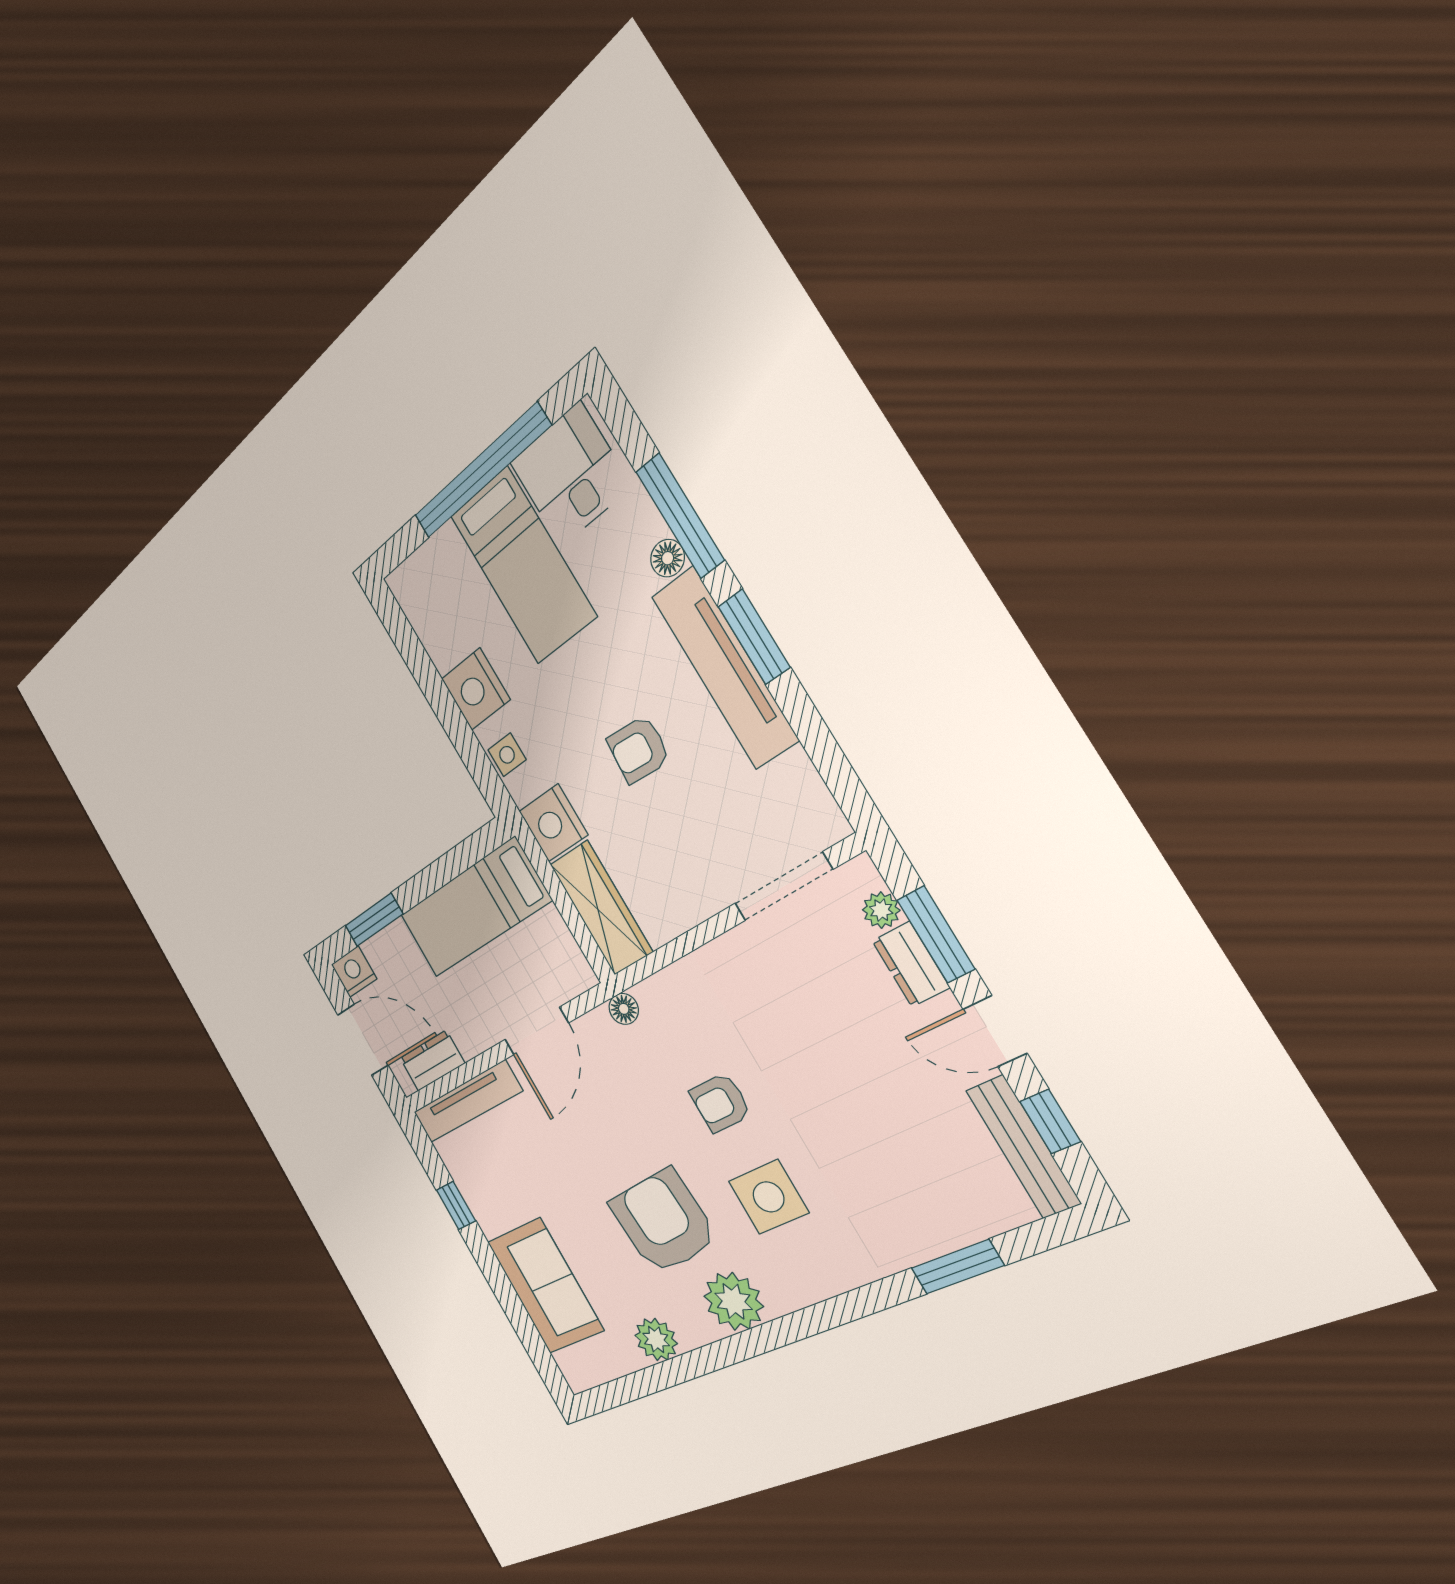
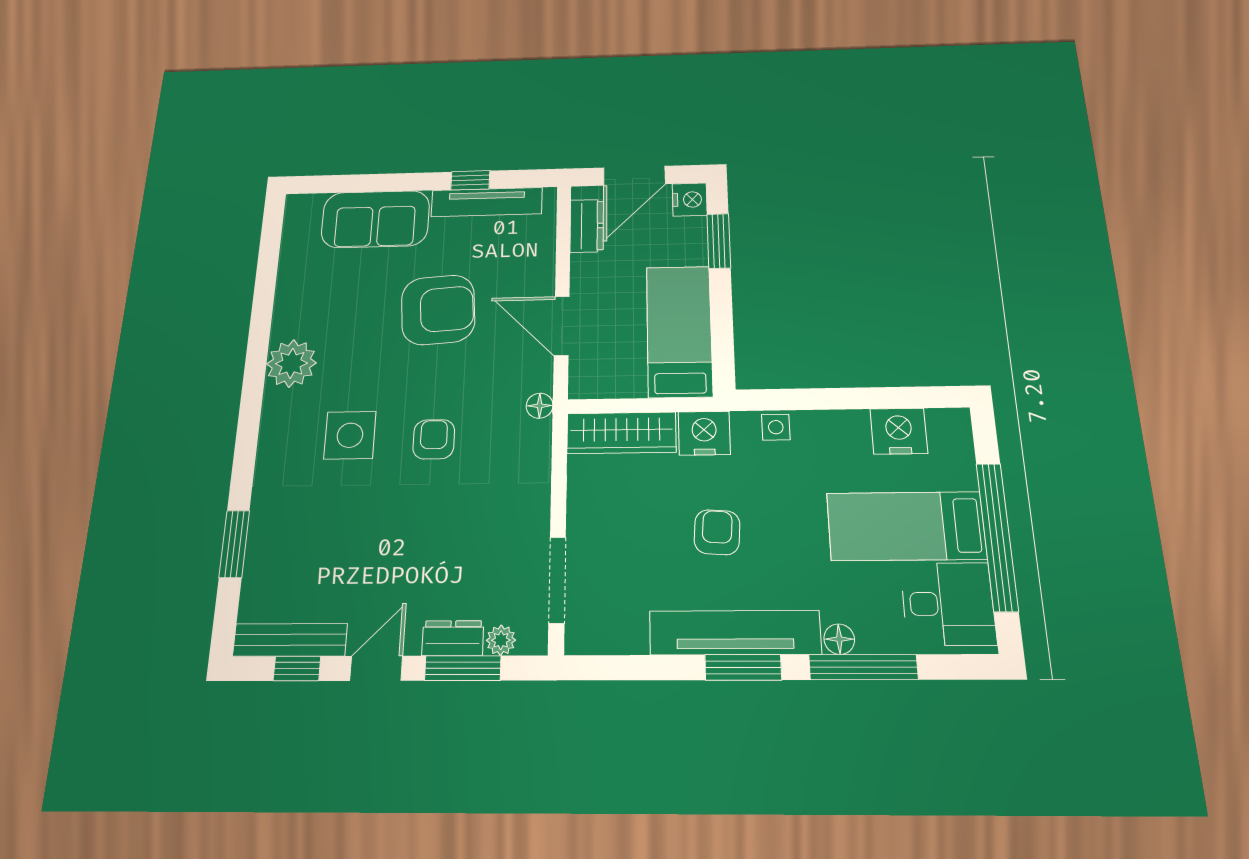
nightstand: (476, 689) -> (899, 431), moved
tv unit: (467, 1102) -> (487, 202), moved, turned -90
armchair: (663, 1222) -> (438, 310), moved
plant: (656, 1339) -> (294, 286), removed

